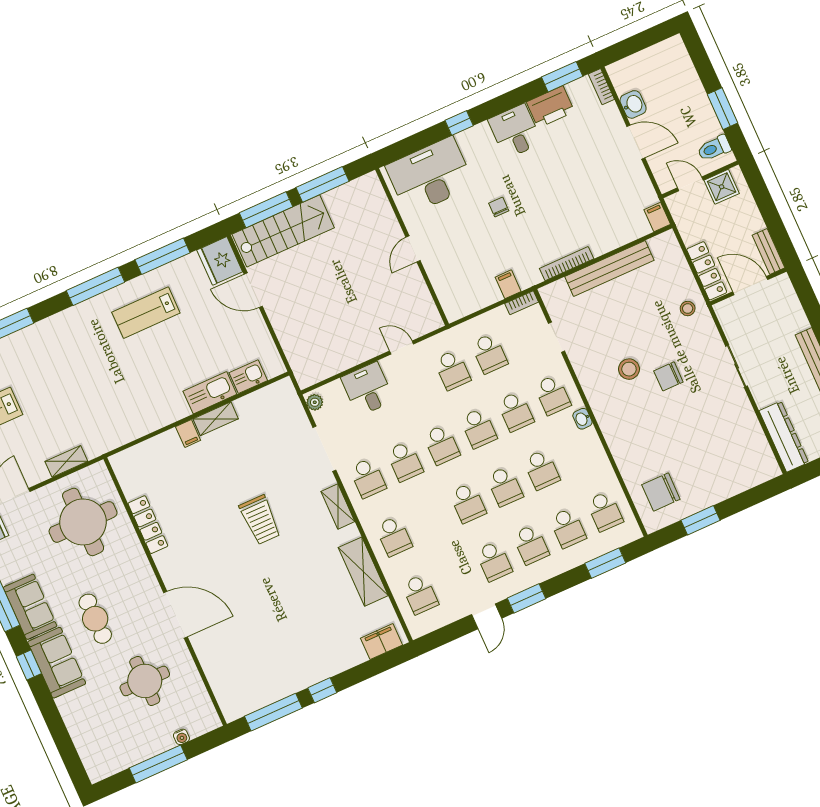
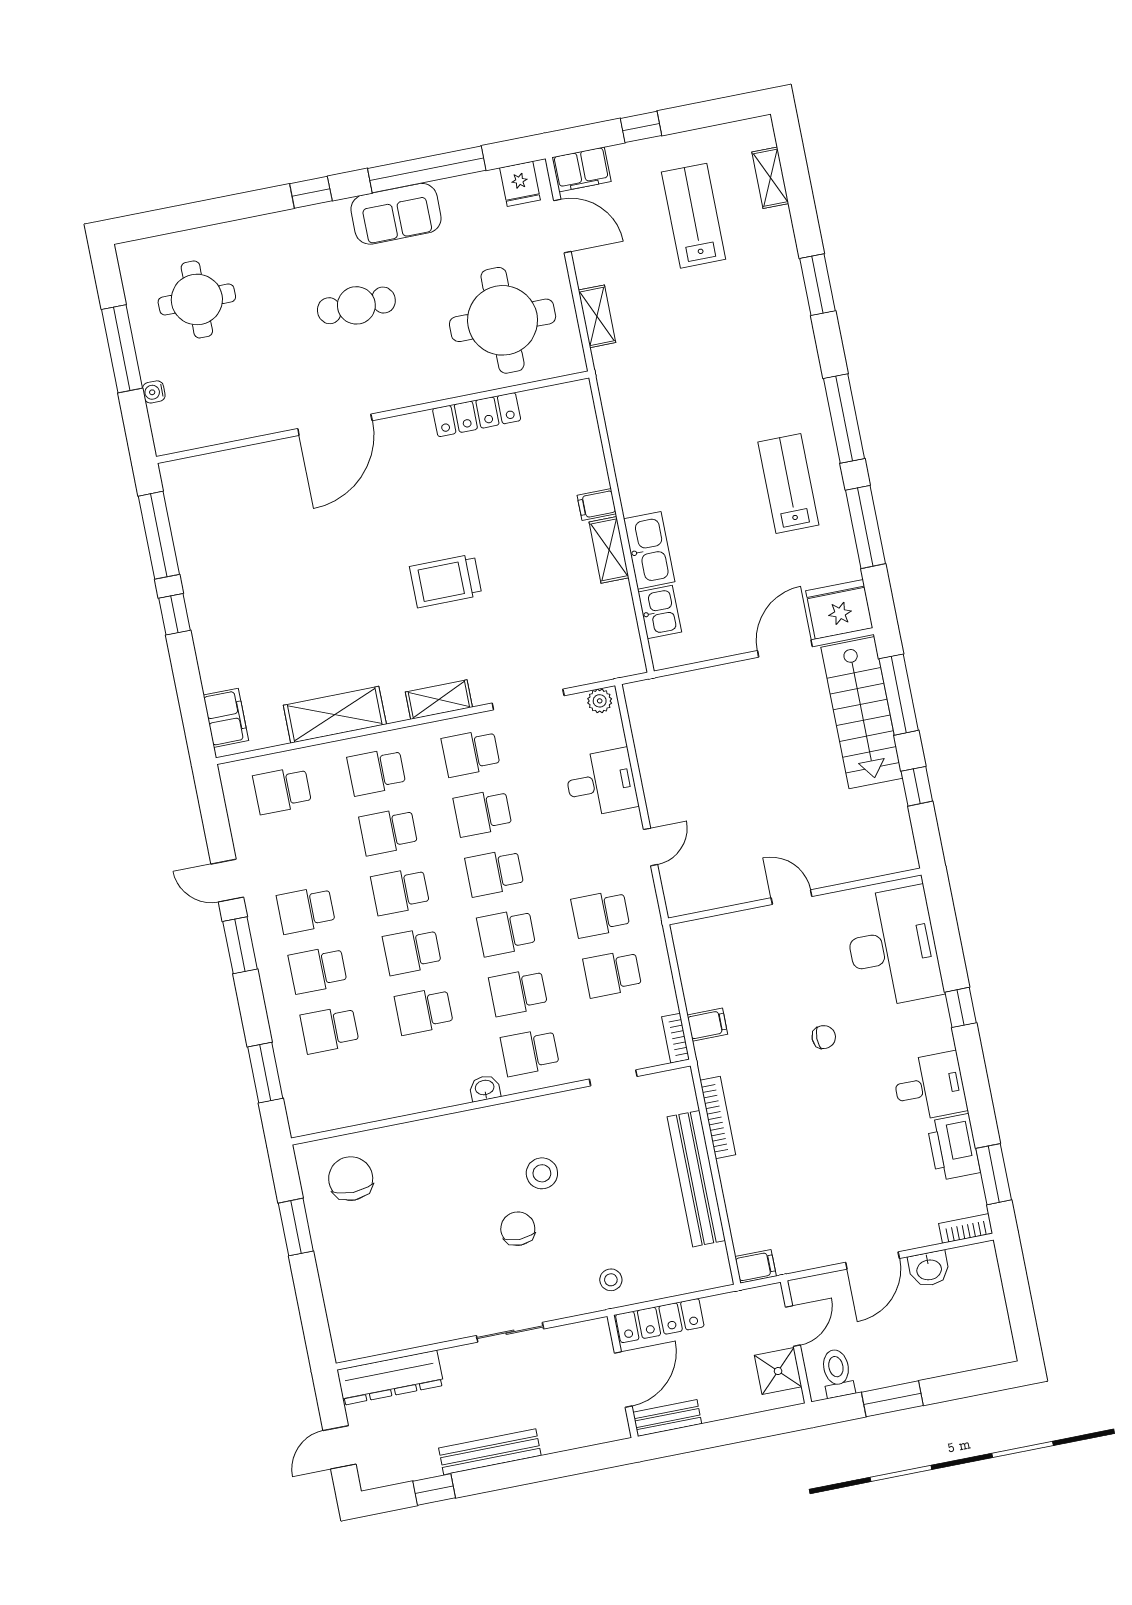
window: (323, 184) -> (917, 786), width x0.46
school desk: (605, 511) -> (388, 831), moved
sofa: (57, 663) -> (305, 234), removed
round table: (145, 681) -> (197, 299), moved

